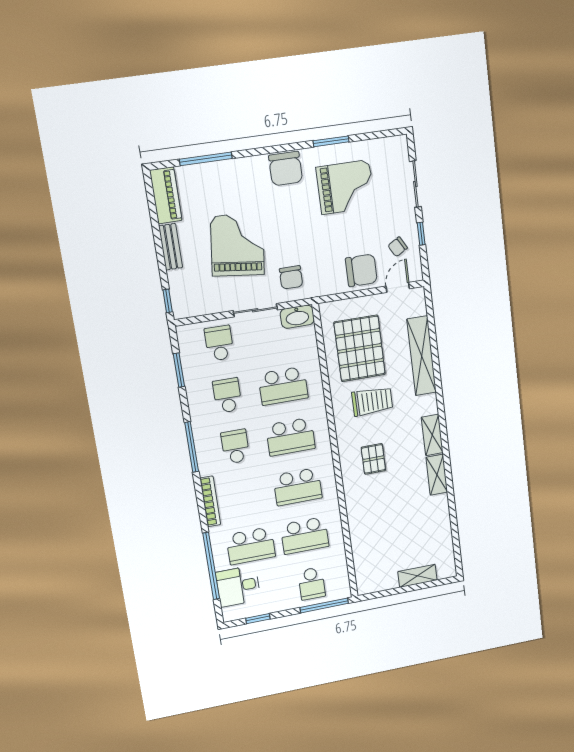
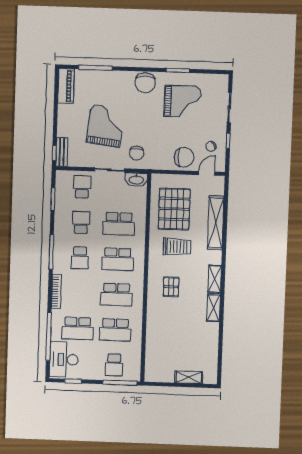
bench: (171, 247) -> (62, 152), moved
school desk: (235, 447) -> (80, 258), turned 180
desk: (238, 586) -> (64, 359), width x1.37

